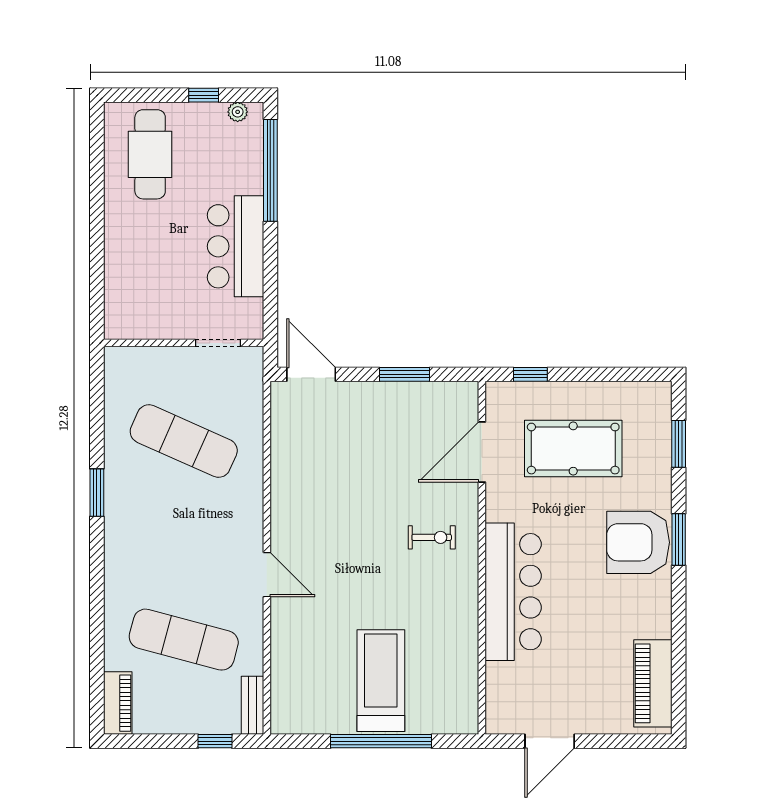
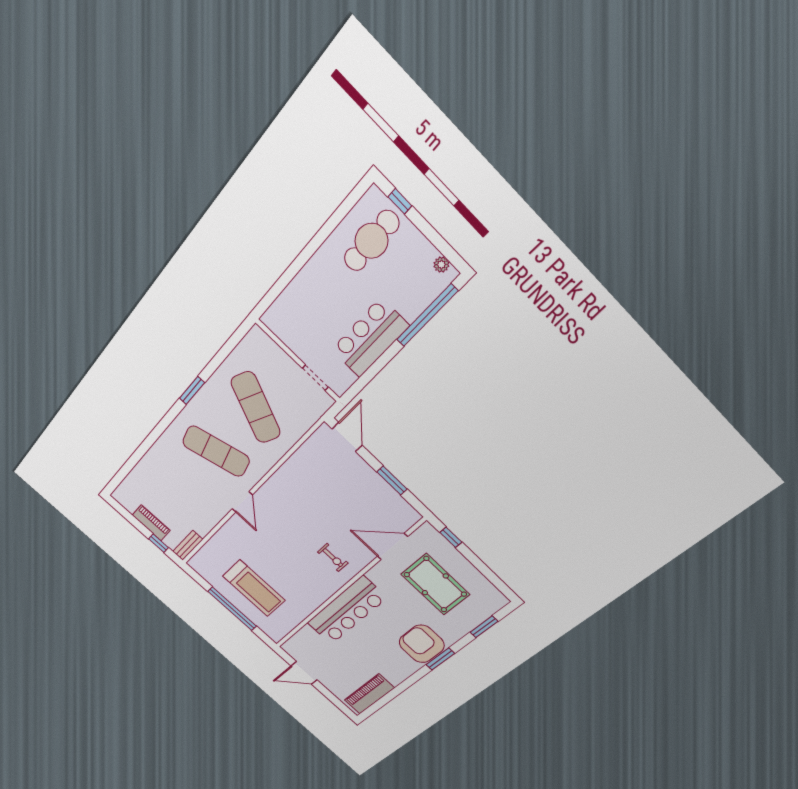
window: (204, 95) -> (400, 201), moved
exercise mat: (184, 640) -> (216, 451), moved, turned -30
treadmill: (381, 681) -> (254, 588), turned 90
piano: (118, 703) -> (151, 523), moved, turned -90

